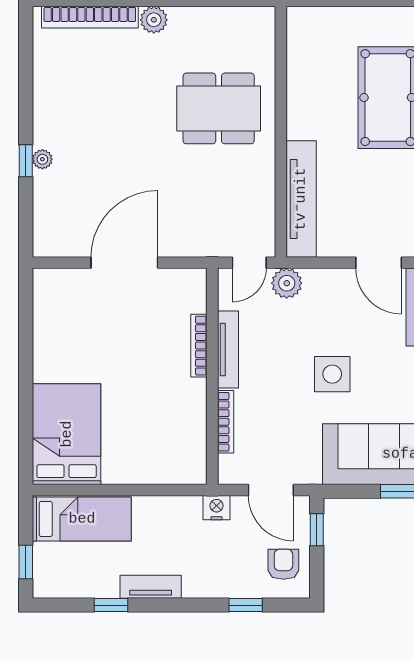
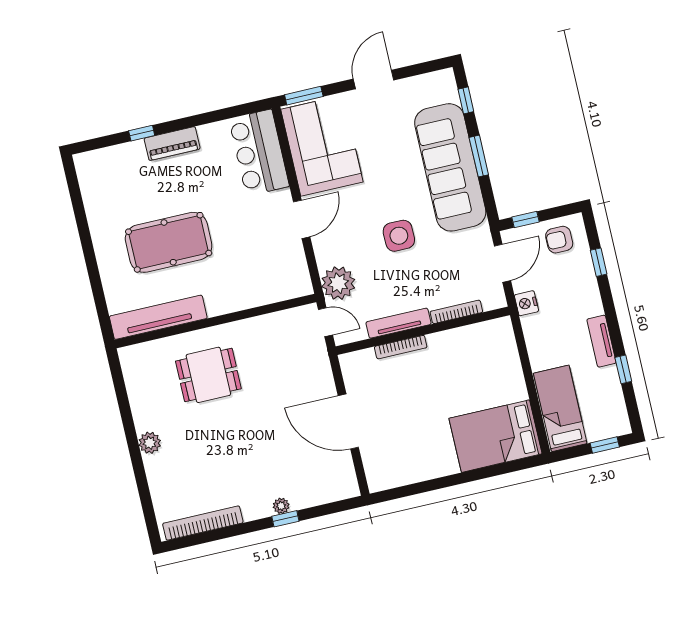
bookcase: (90, 17) -> (203, 523), moved, turned -90
dining table: (219, 108) -> (208, 375), width x0.73
tv unit: (301, 199) -> (158, 317), moved
plant: (287, 283) -> (338, 283), width x1.36, depth x1.36

